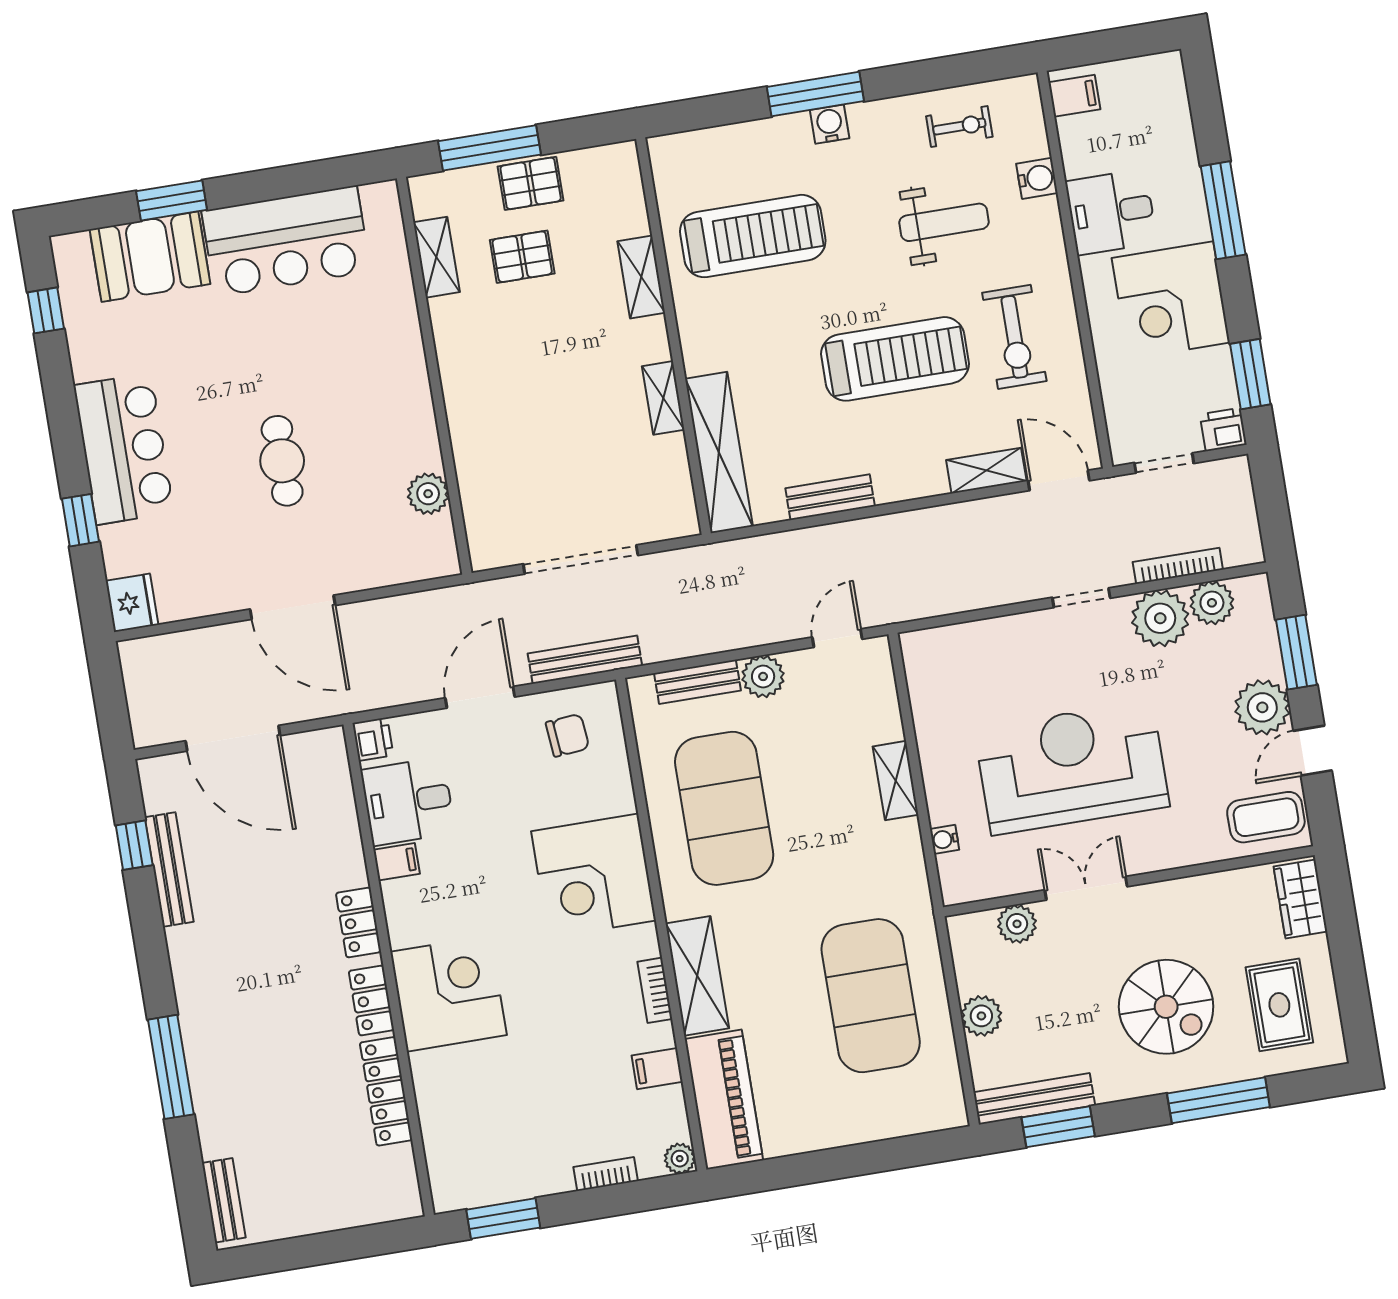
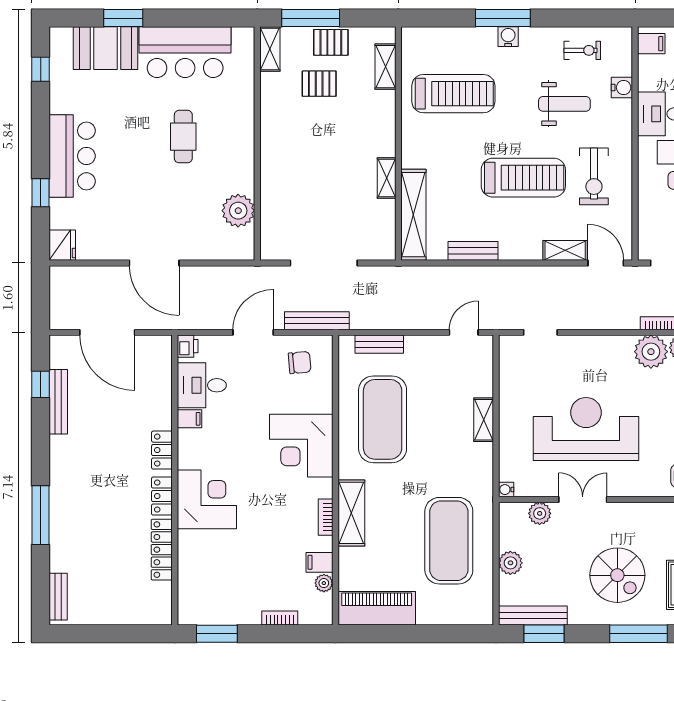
shelving: (436, 257) -> (270, 49), moved
shelving: (641, 277) -> (385, 67), moved
cafe table: (282, 461) -> (183, 137), moved
plant: (428, 494) -> (238, 211), width x1.36, depth x1.36
doorway: (1081, 598) -> (540, 332), moved
plant: (763, 676) -> (417, 347), removed
water cooler: (945, 839) -> (506, 490), moved
piano: (724, 1100) -> (377, 608), moved, turned -90
plant: (680, 1159) -> (324, 583), moved

